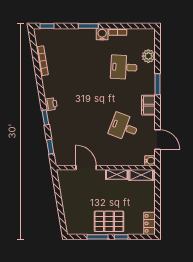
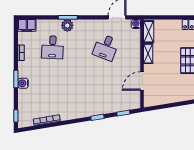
water cooler: (102, 34) -> (23, 83), moved
plant: (148, 56) -> (67, 25), moved
printer: (51, 104) -> (85, 112), removed
filing cabinet: (148, 105) -> (27, 25), moved

